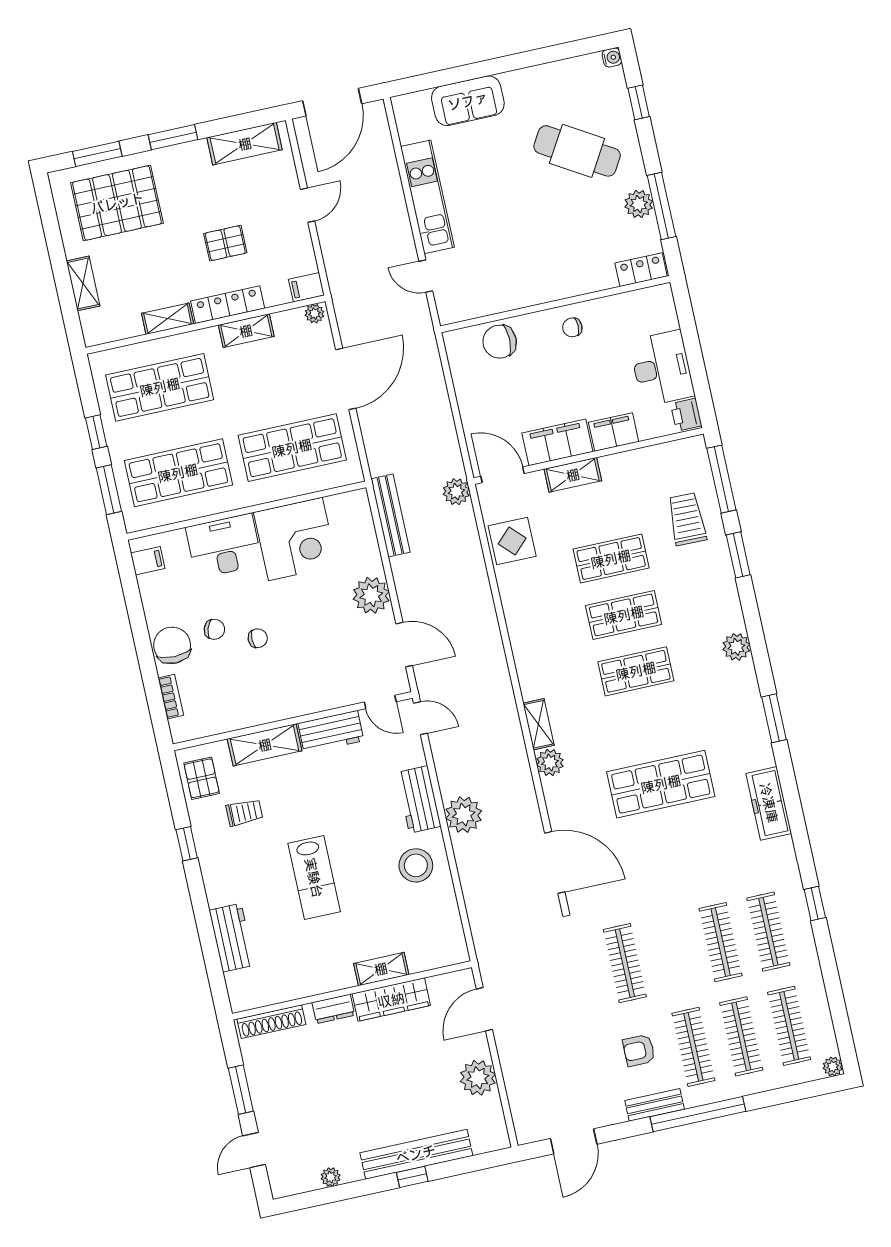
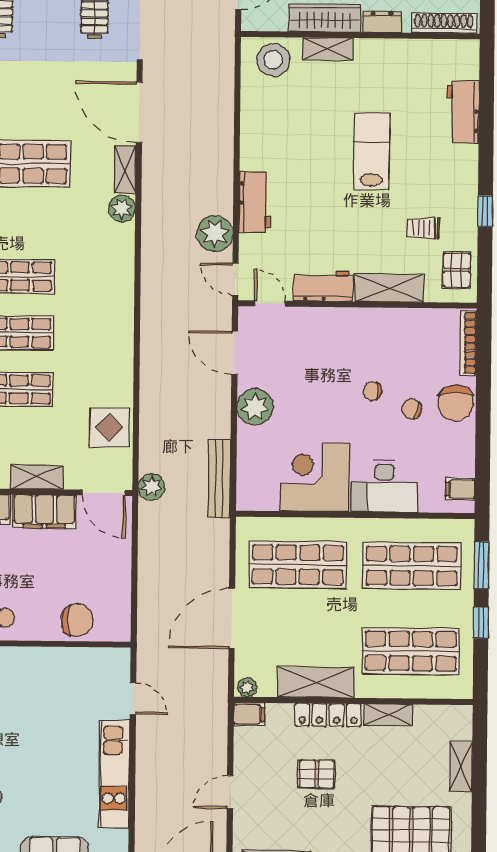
shelving: (246, 331) -> (316, 682), width x1.50, depth x1.33
bookcase: (171, 697) -> (468, 343), width x1.56
shelving: (539, 724) -> (125, 170), moved
plant: (464, 815) -> (215, 234), moved
stool: (416, 865) -> (273, 60), moved

